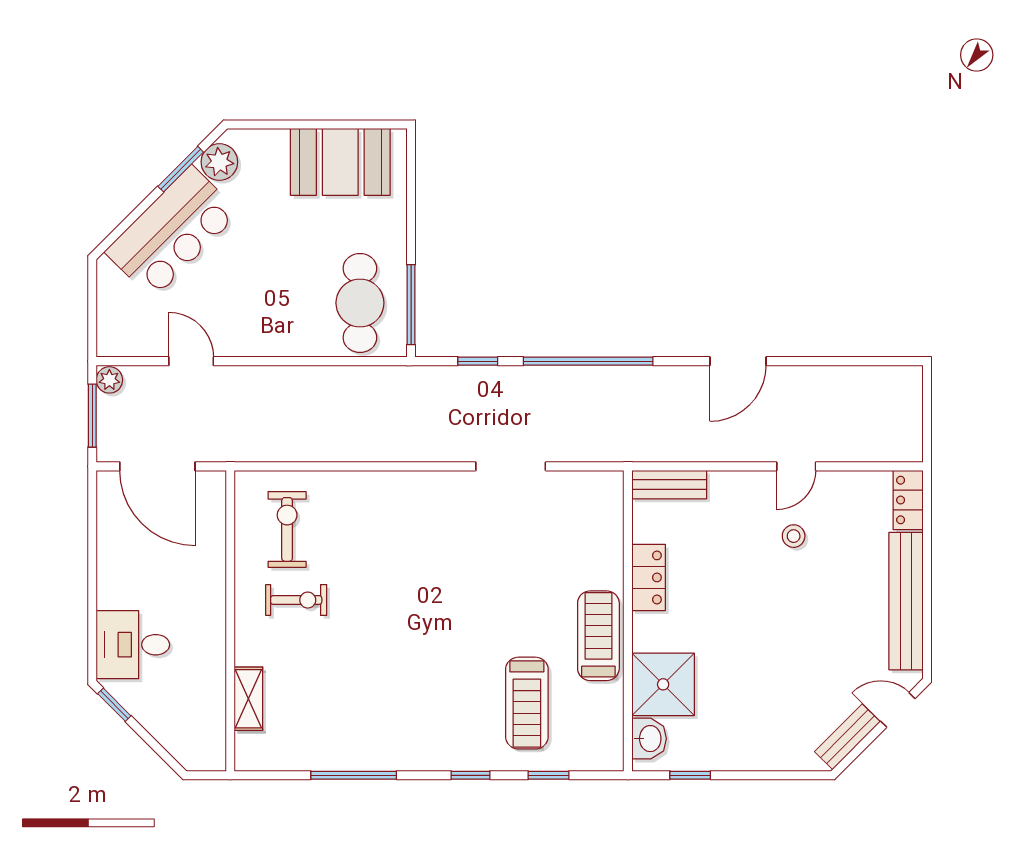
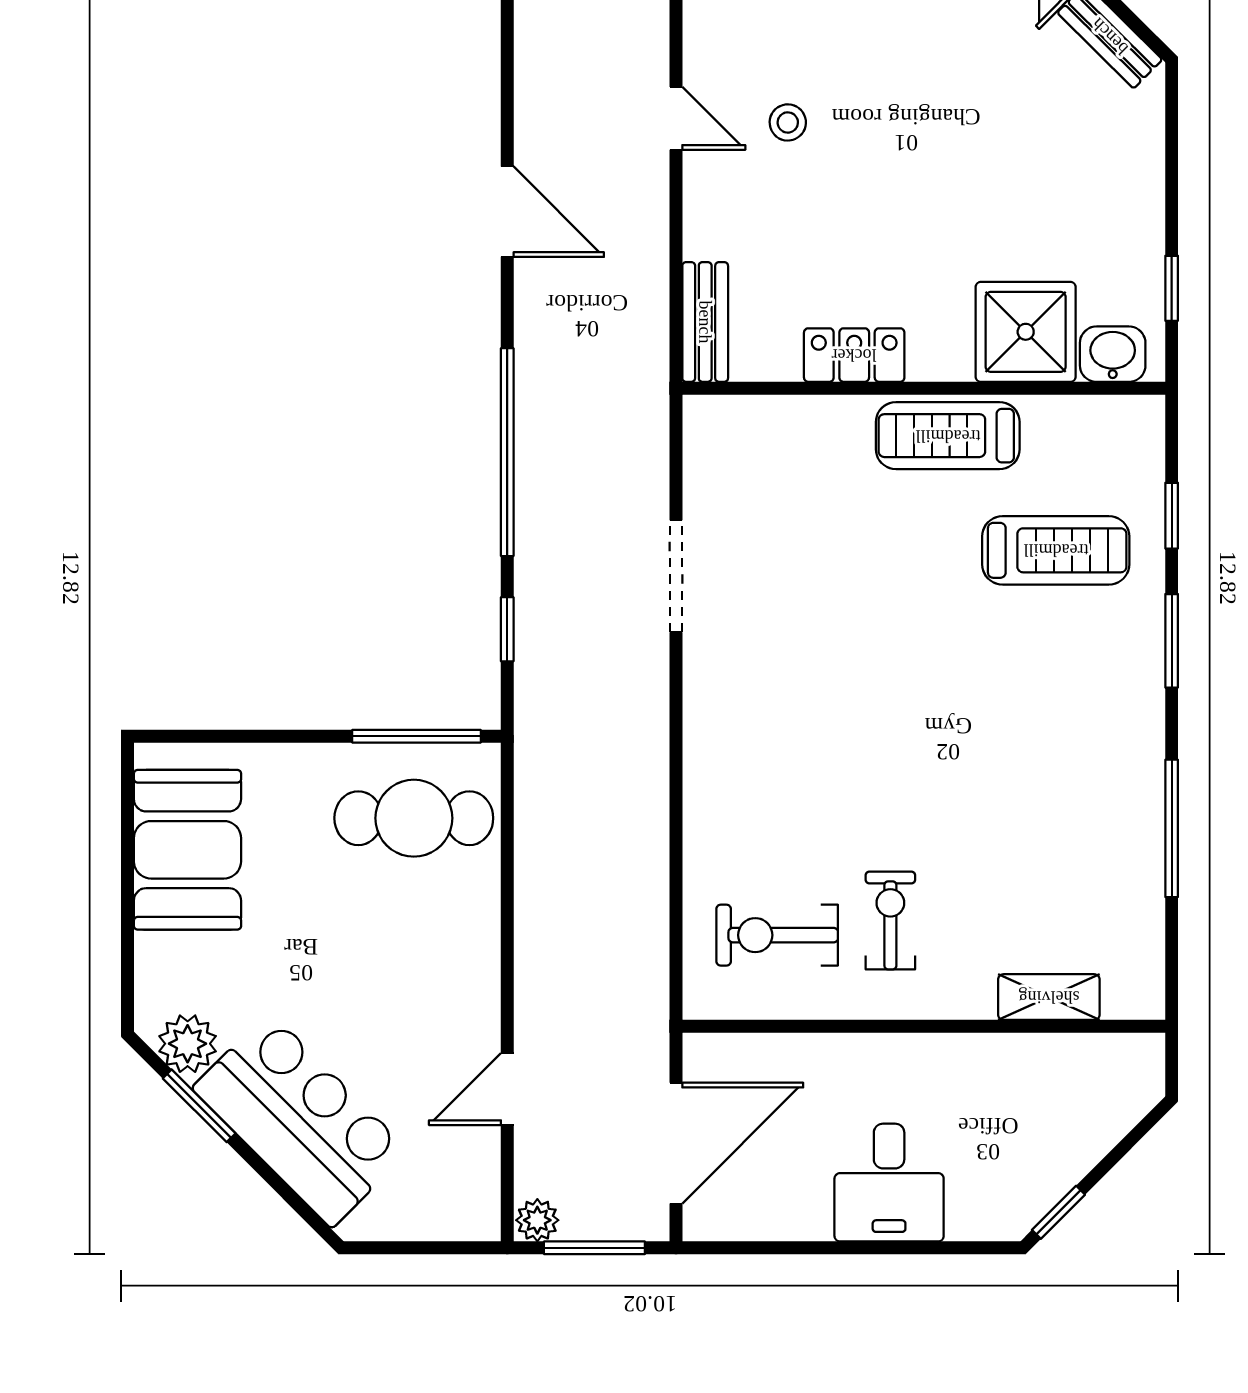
desk: (133, 645) -> (889, 1183), moved
window: (470, 775) -> (1172, 641), width x1.50

